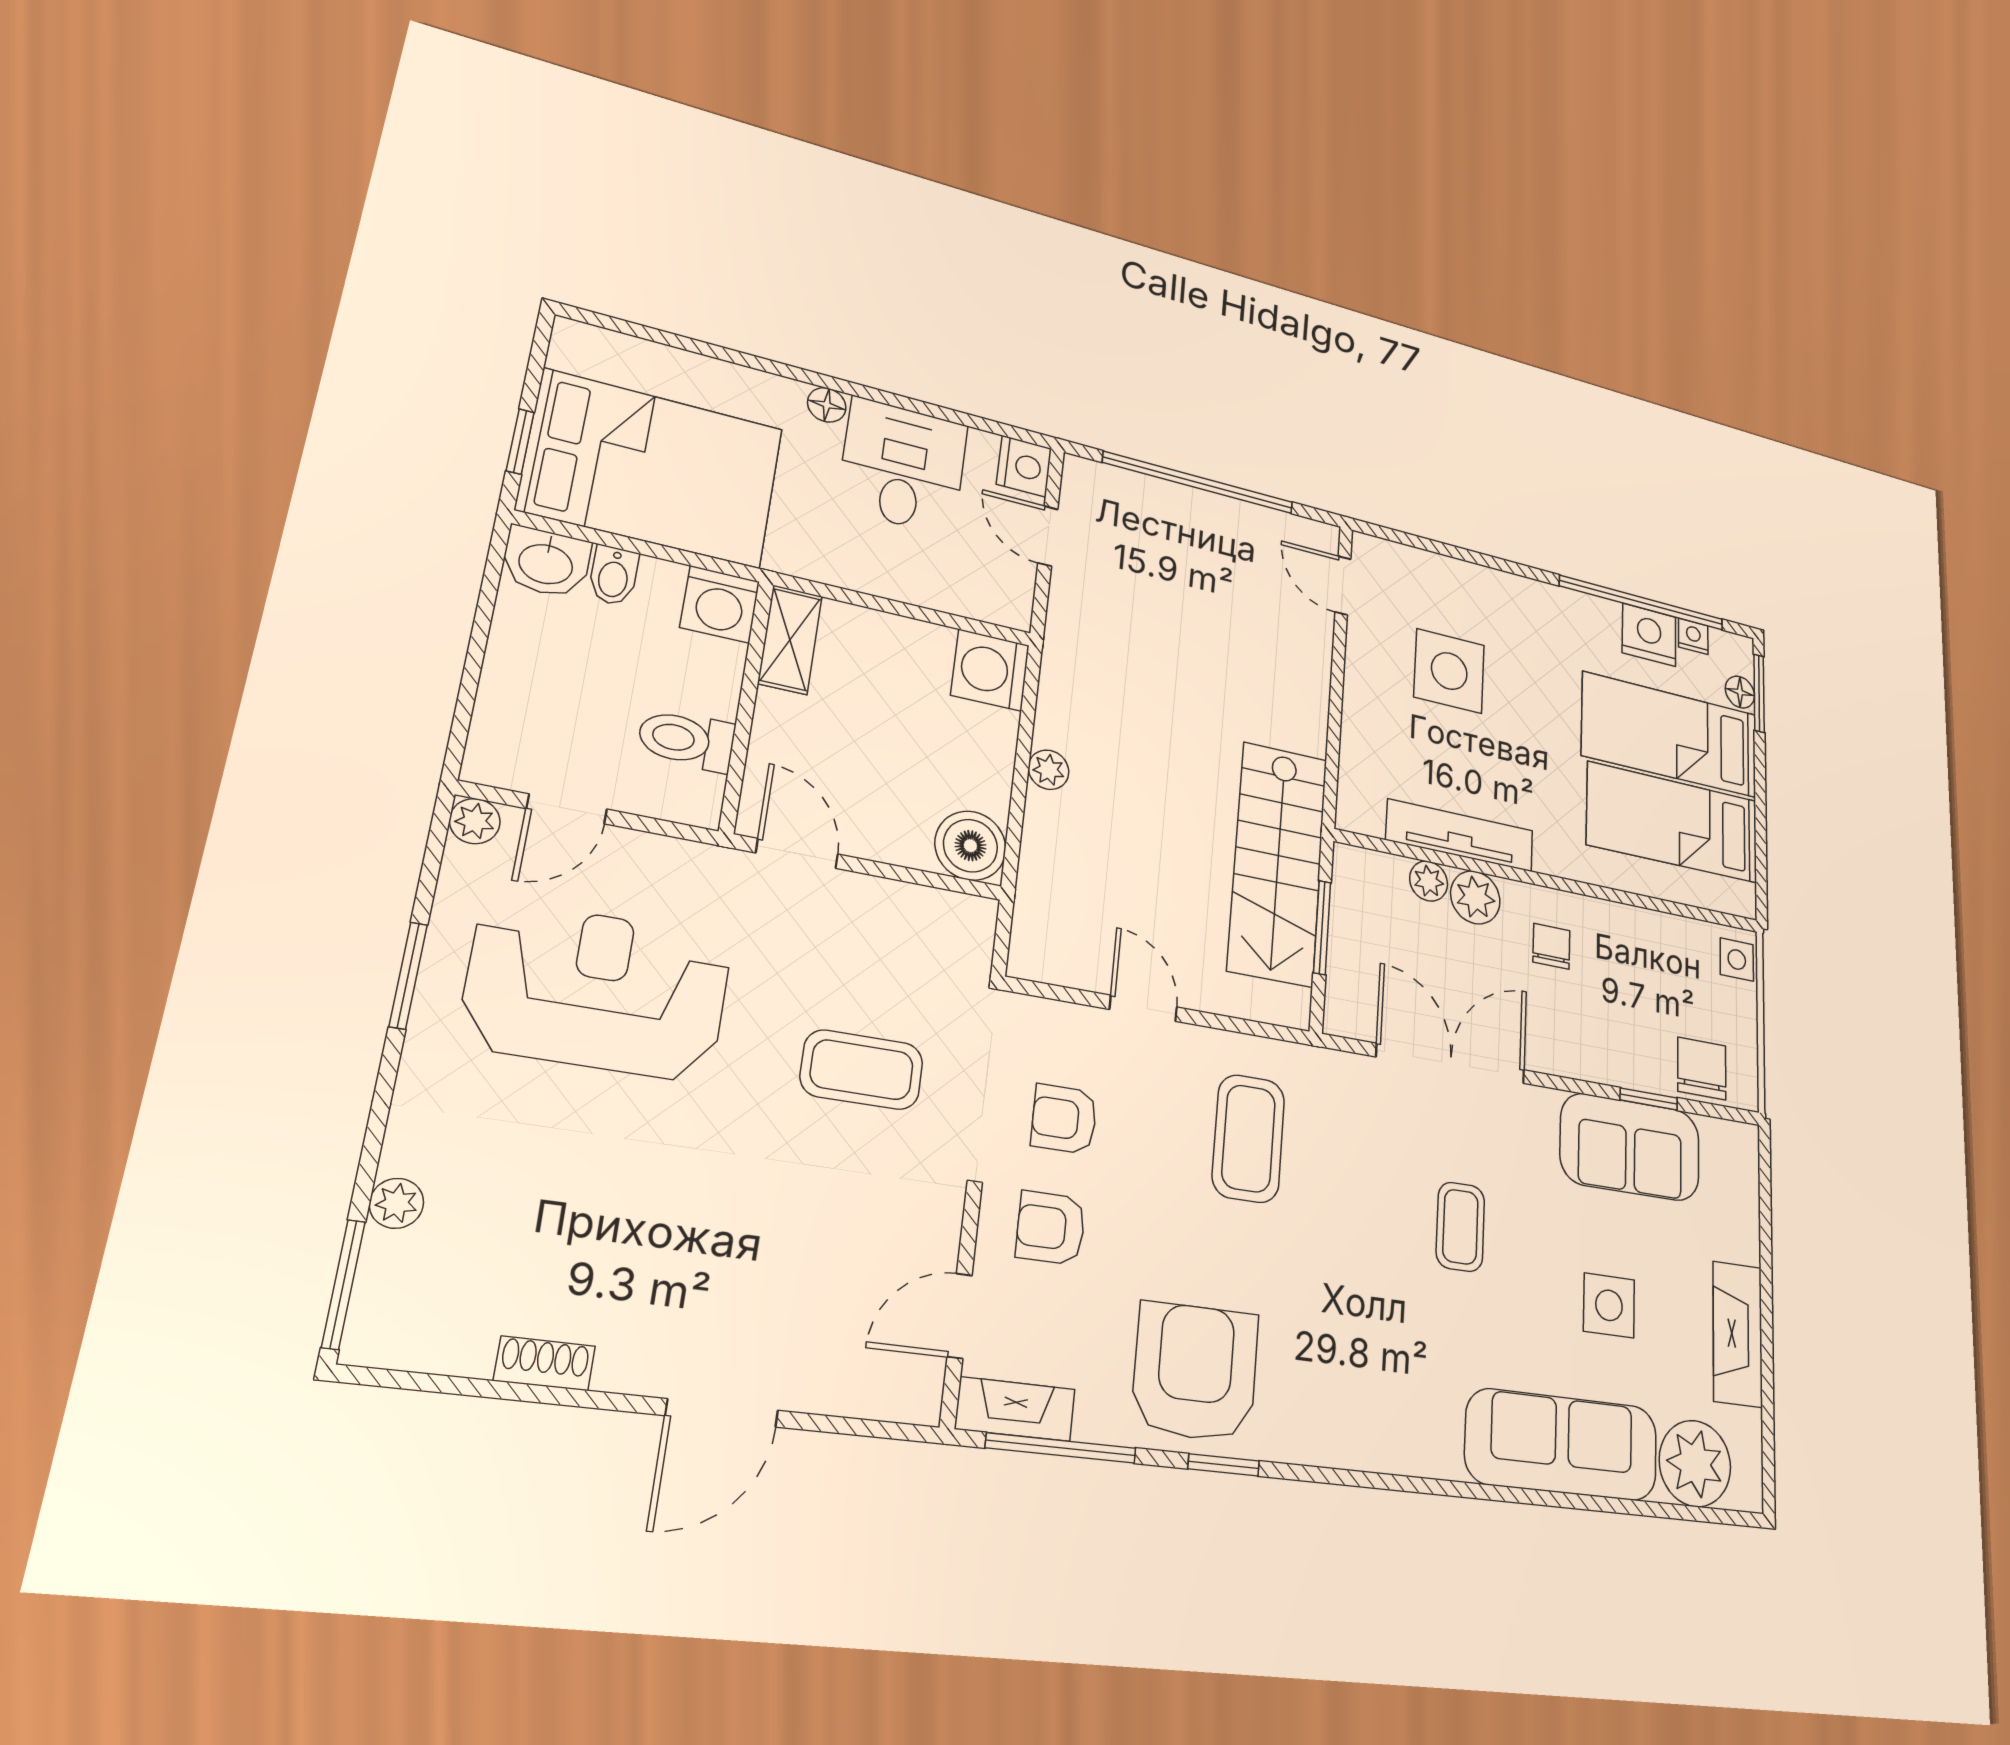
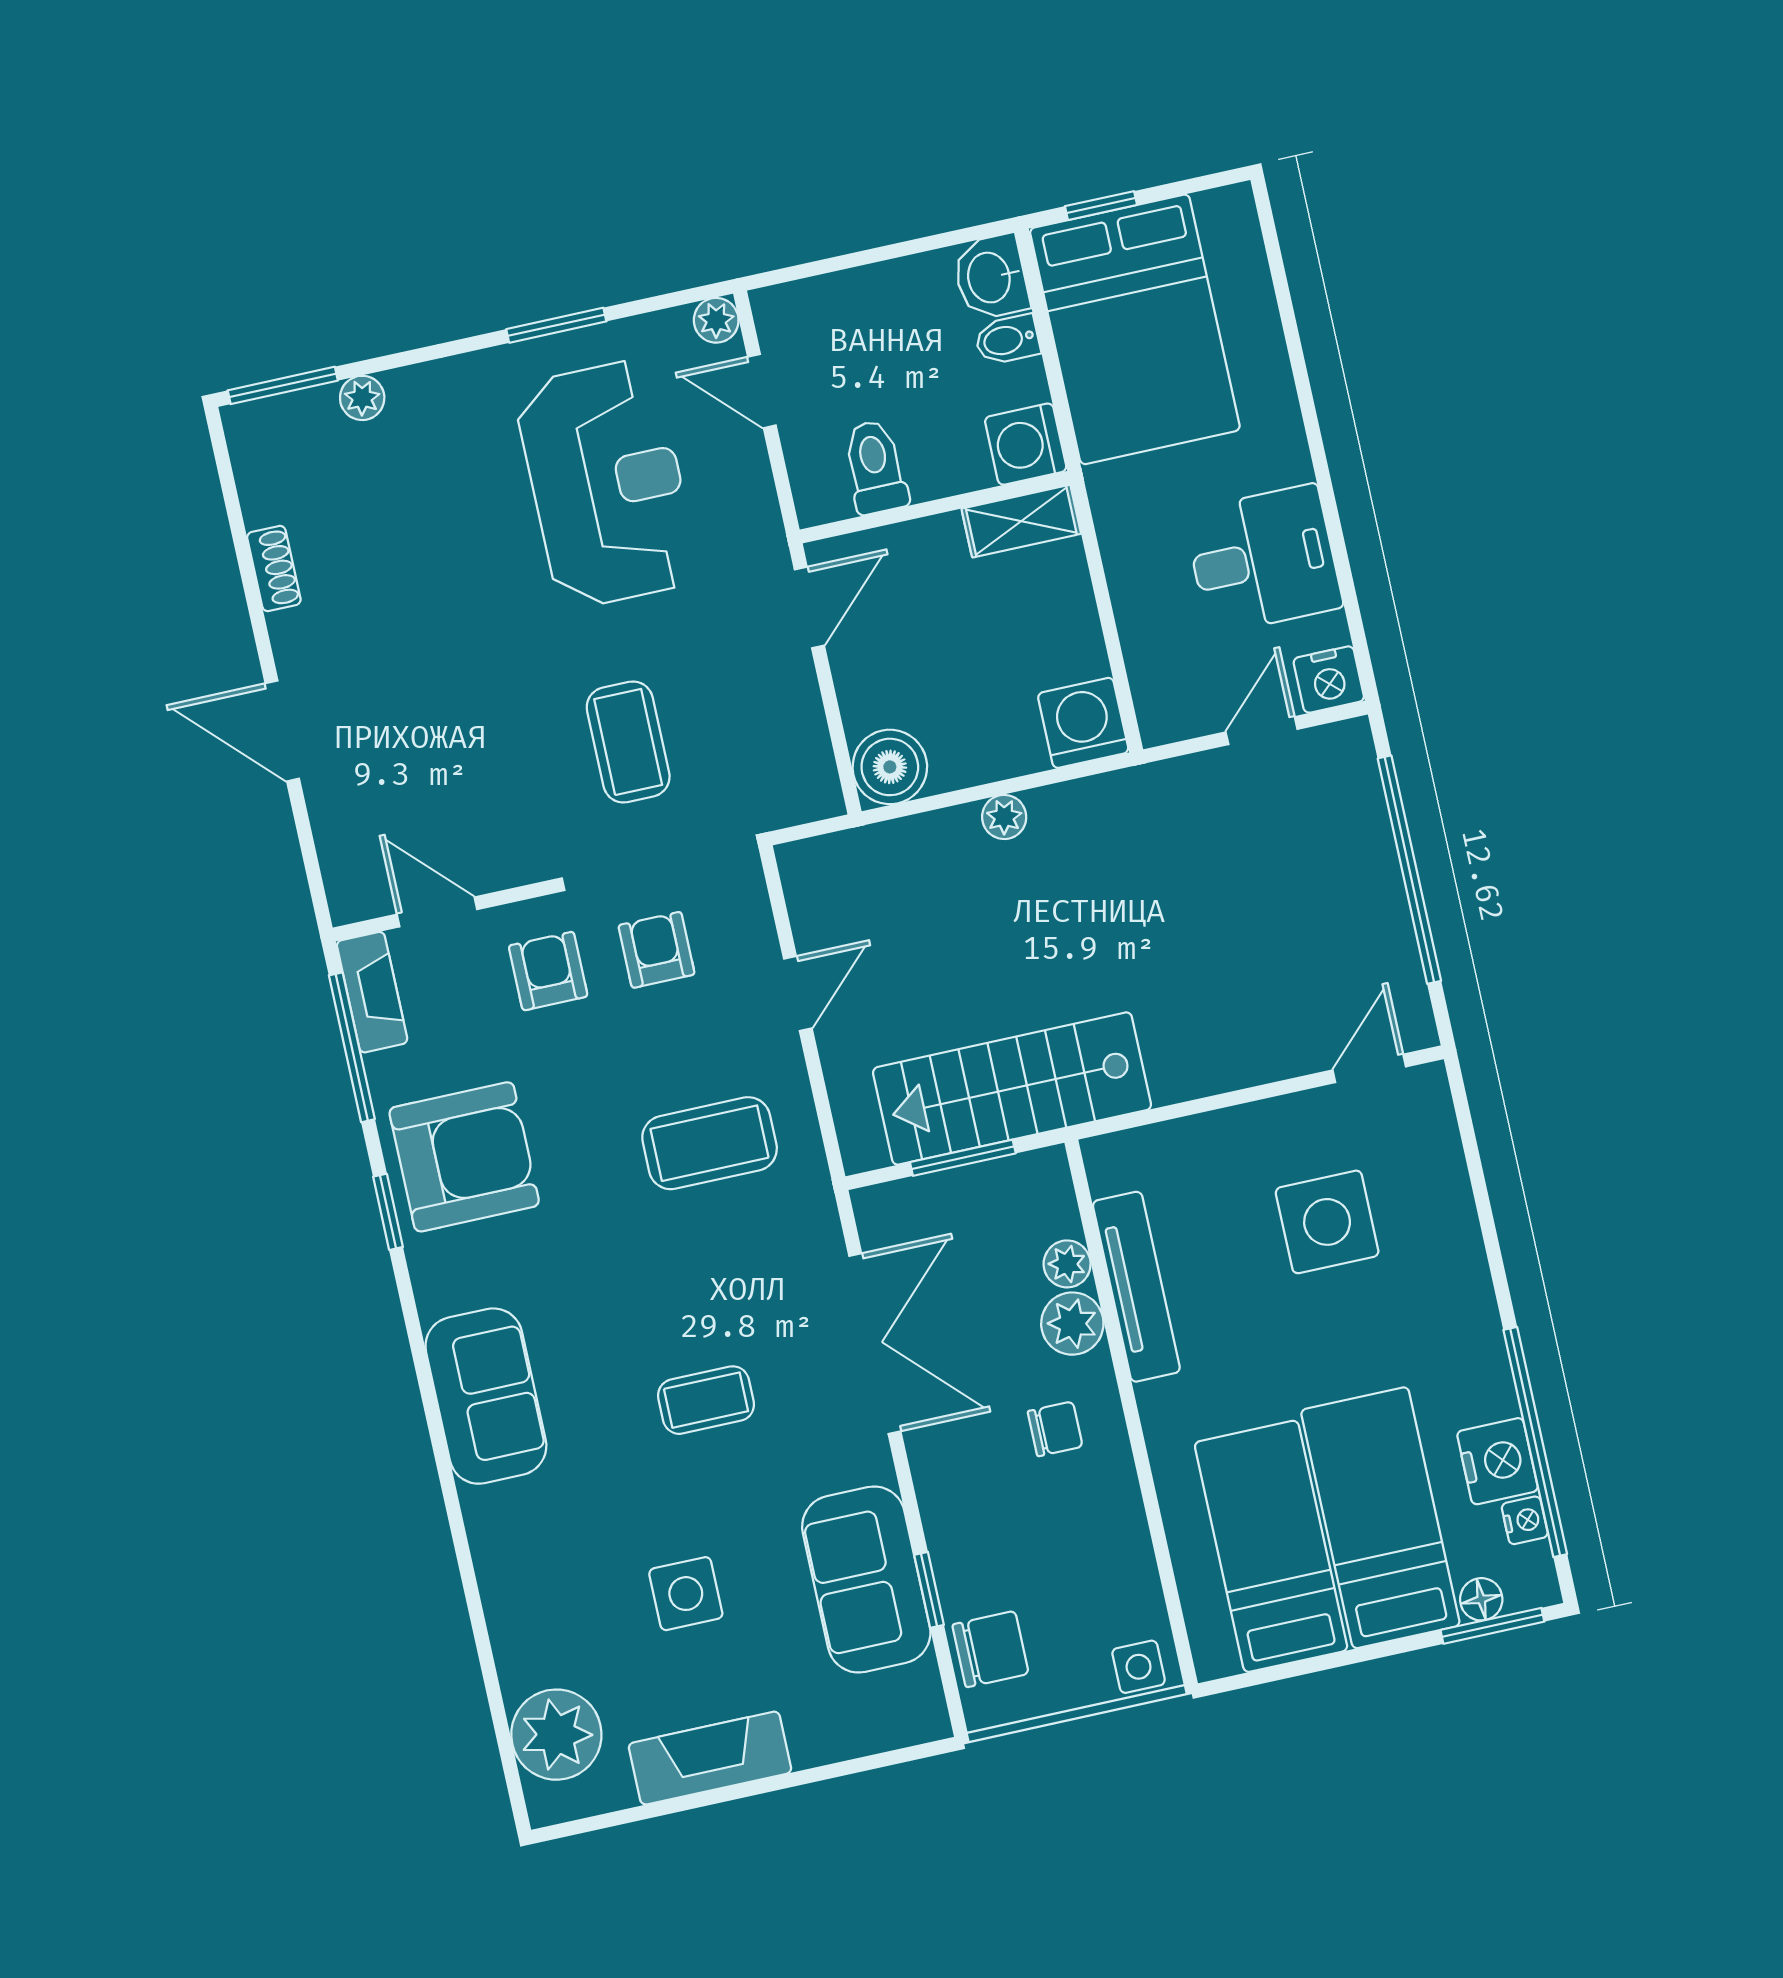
floor lamp: (827, 405) -> (1292, 462), removed
sofa: (1562, 1445) -> (486, 1396), moved, width x0.73

